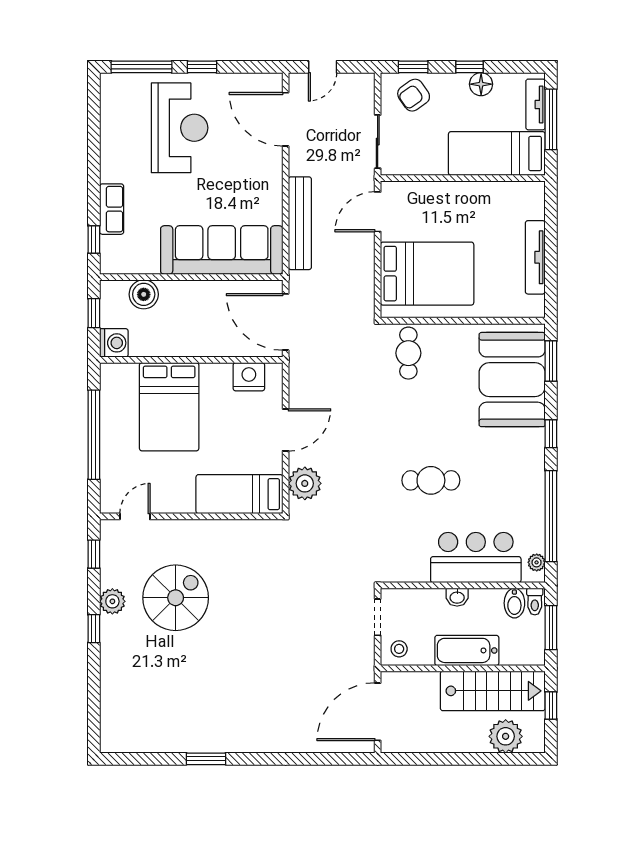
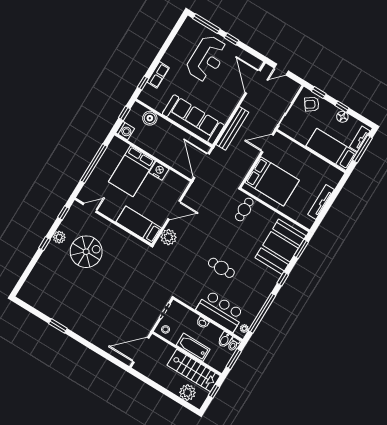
nightstand: (249, 377) -> (159, 171), moved

